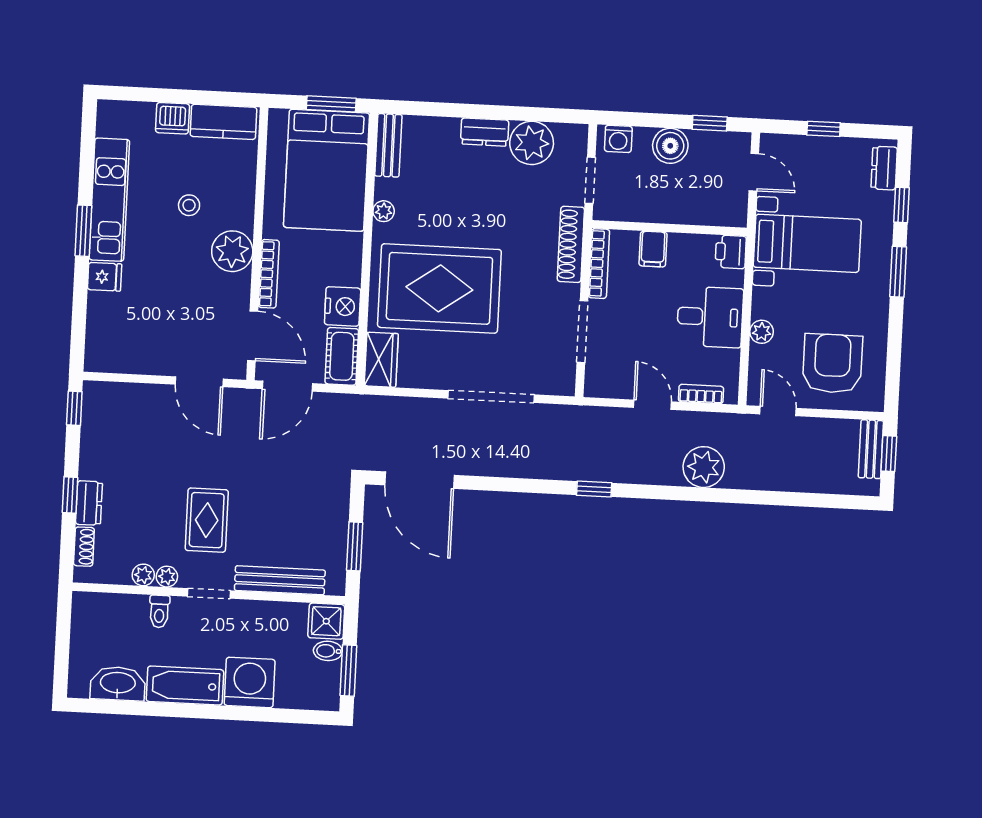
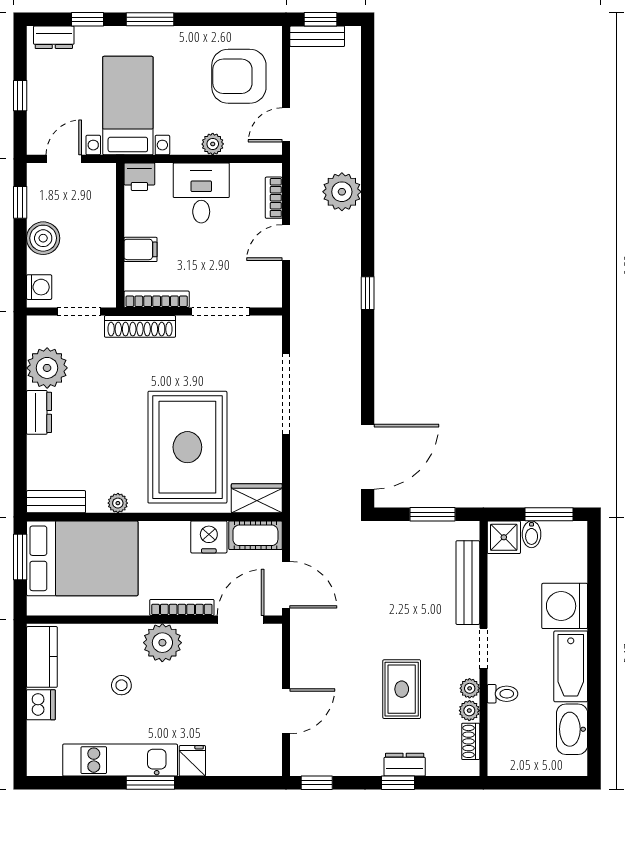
door: (199, 382) -> (286, 711), moved
rug: (207, 520) -> (402, 689), moved, turned 90
shoe rack: (84, 547) -> (471, 741), moved, turned -90

